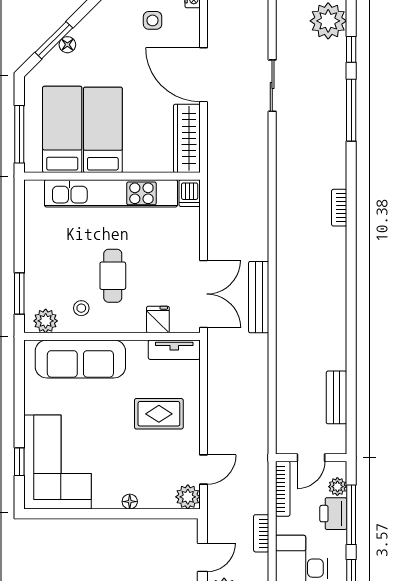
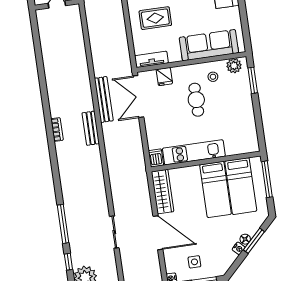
nightstand: (80, 32) -> (239, 248), added
kitchen unit: (111, 193) -> (194, 152), width x0.73
bookcase: (339, 208) -> (57, 130), moved
bench: (336, 397) -> (91, 128), moved

